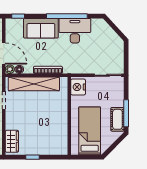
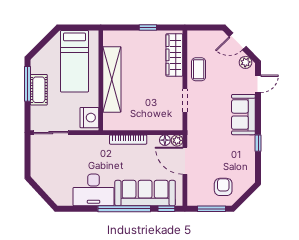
window: (67, 16) -> (124, 209), moved
sofa: (41, 28) -> (145, 193), width x1.36
shelving: (34, 84) -> (112, 79), moved, turned 90
cot: (117, 119) -> (39, 90), moved
wardrobe: (12, 141) -> (174, 55), width x1.50

